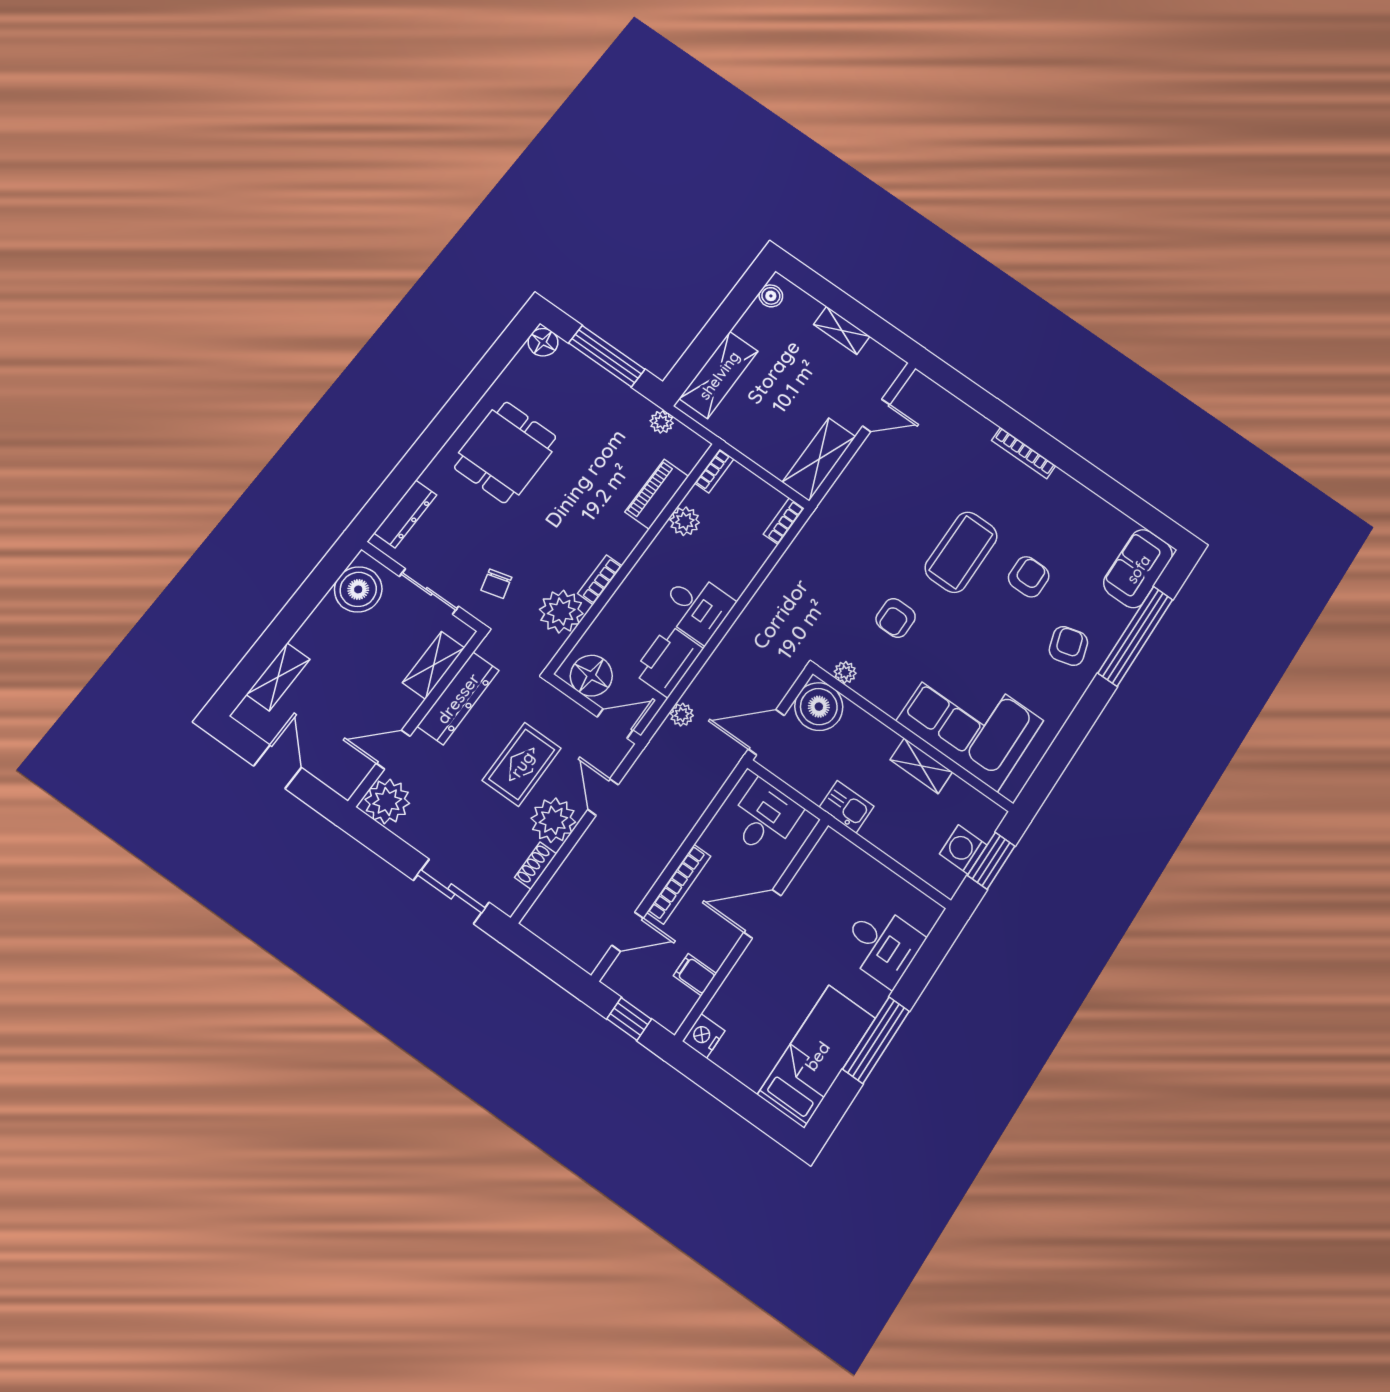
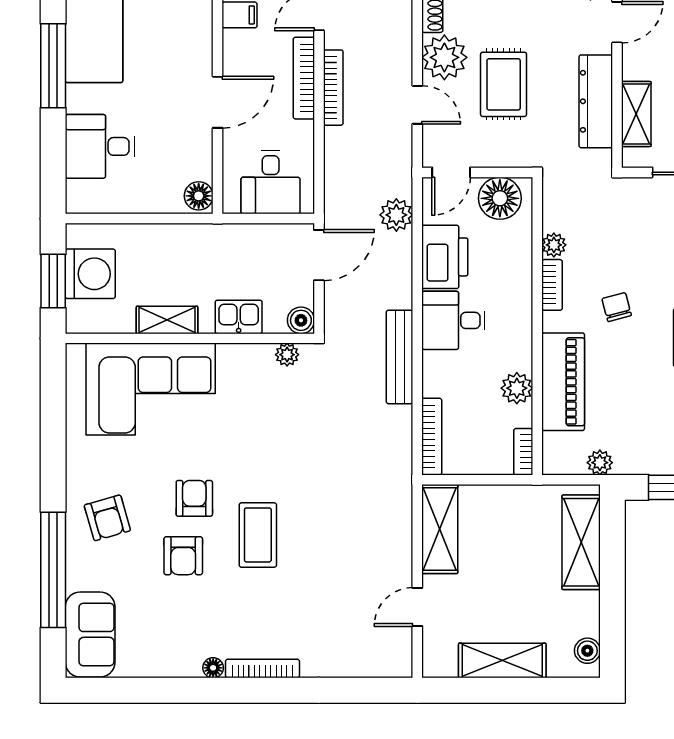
shelving: (842, 330) -> (502, 661), width x1.50, depth x1.33
floor lamp: (1061, 479) -> (213, 668), added
piano: (657, 494) -> (563, 382), width x1.37, depth x1.33
bookcase: (784, 521) -> (432, 437), width x1.56
coffee table: (961, 552) -> (258, 535), width x0.73, depth x0.76
chair: (496, 584) -> (617, 307), moved
bench: (759, 609) -> (400, 357), added
plant: (561, 612) -> (554, 245), width x0.53, depth x0.53
armchair: (896, 618) -> (194, 498), moved
boiler: (819, 707) -> (301, 320), width x0.54, depth x0.54
plant: (682, 715) -> (396, 215), width x1.38, depth x1.38
kitchen sink: (847, 807) -> (239, 317), moved, turned 180
floor lamp: (830, 848) -> (199, 196), added
washing machine: (963, 849) -> (90, 274), width x1.37, depth x1.37
bookcase: (661, 859) -> (333, 88), added

